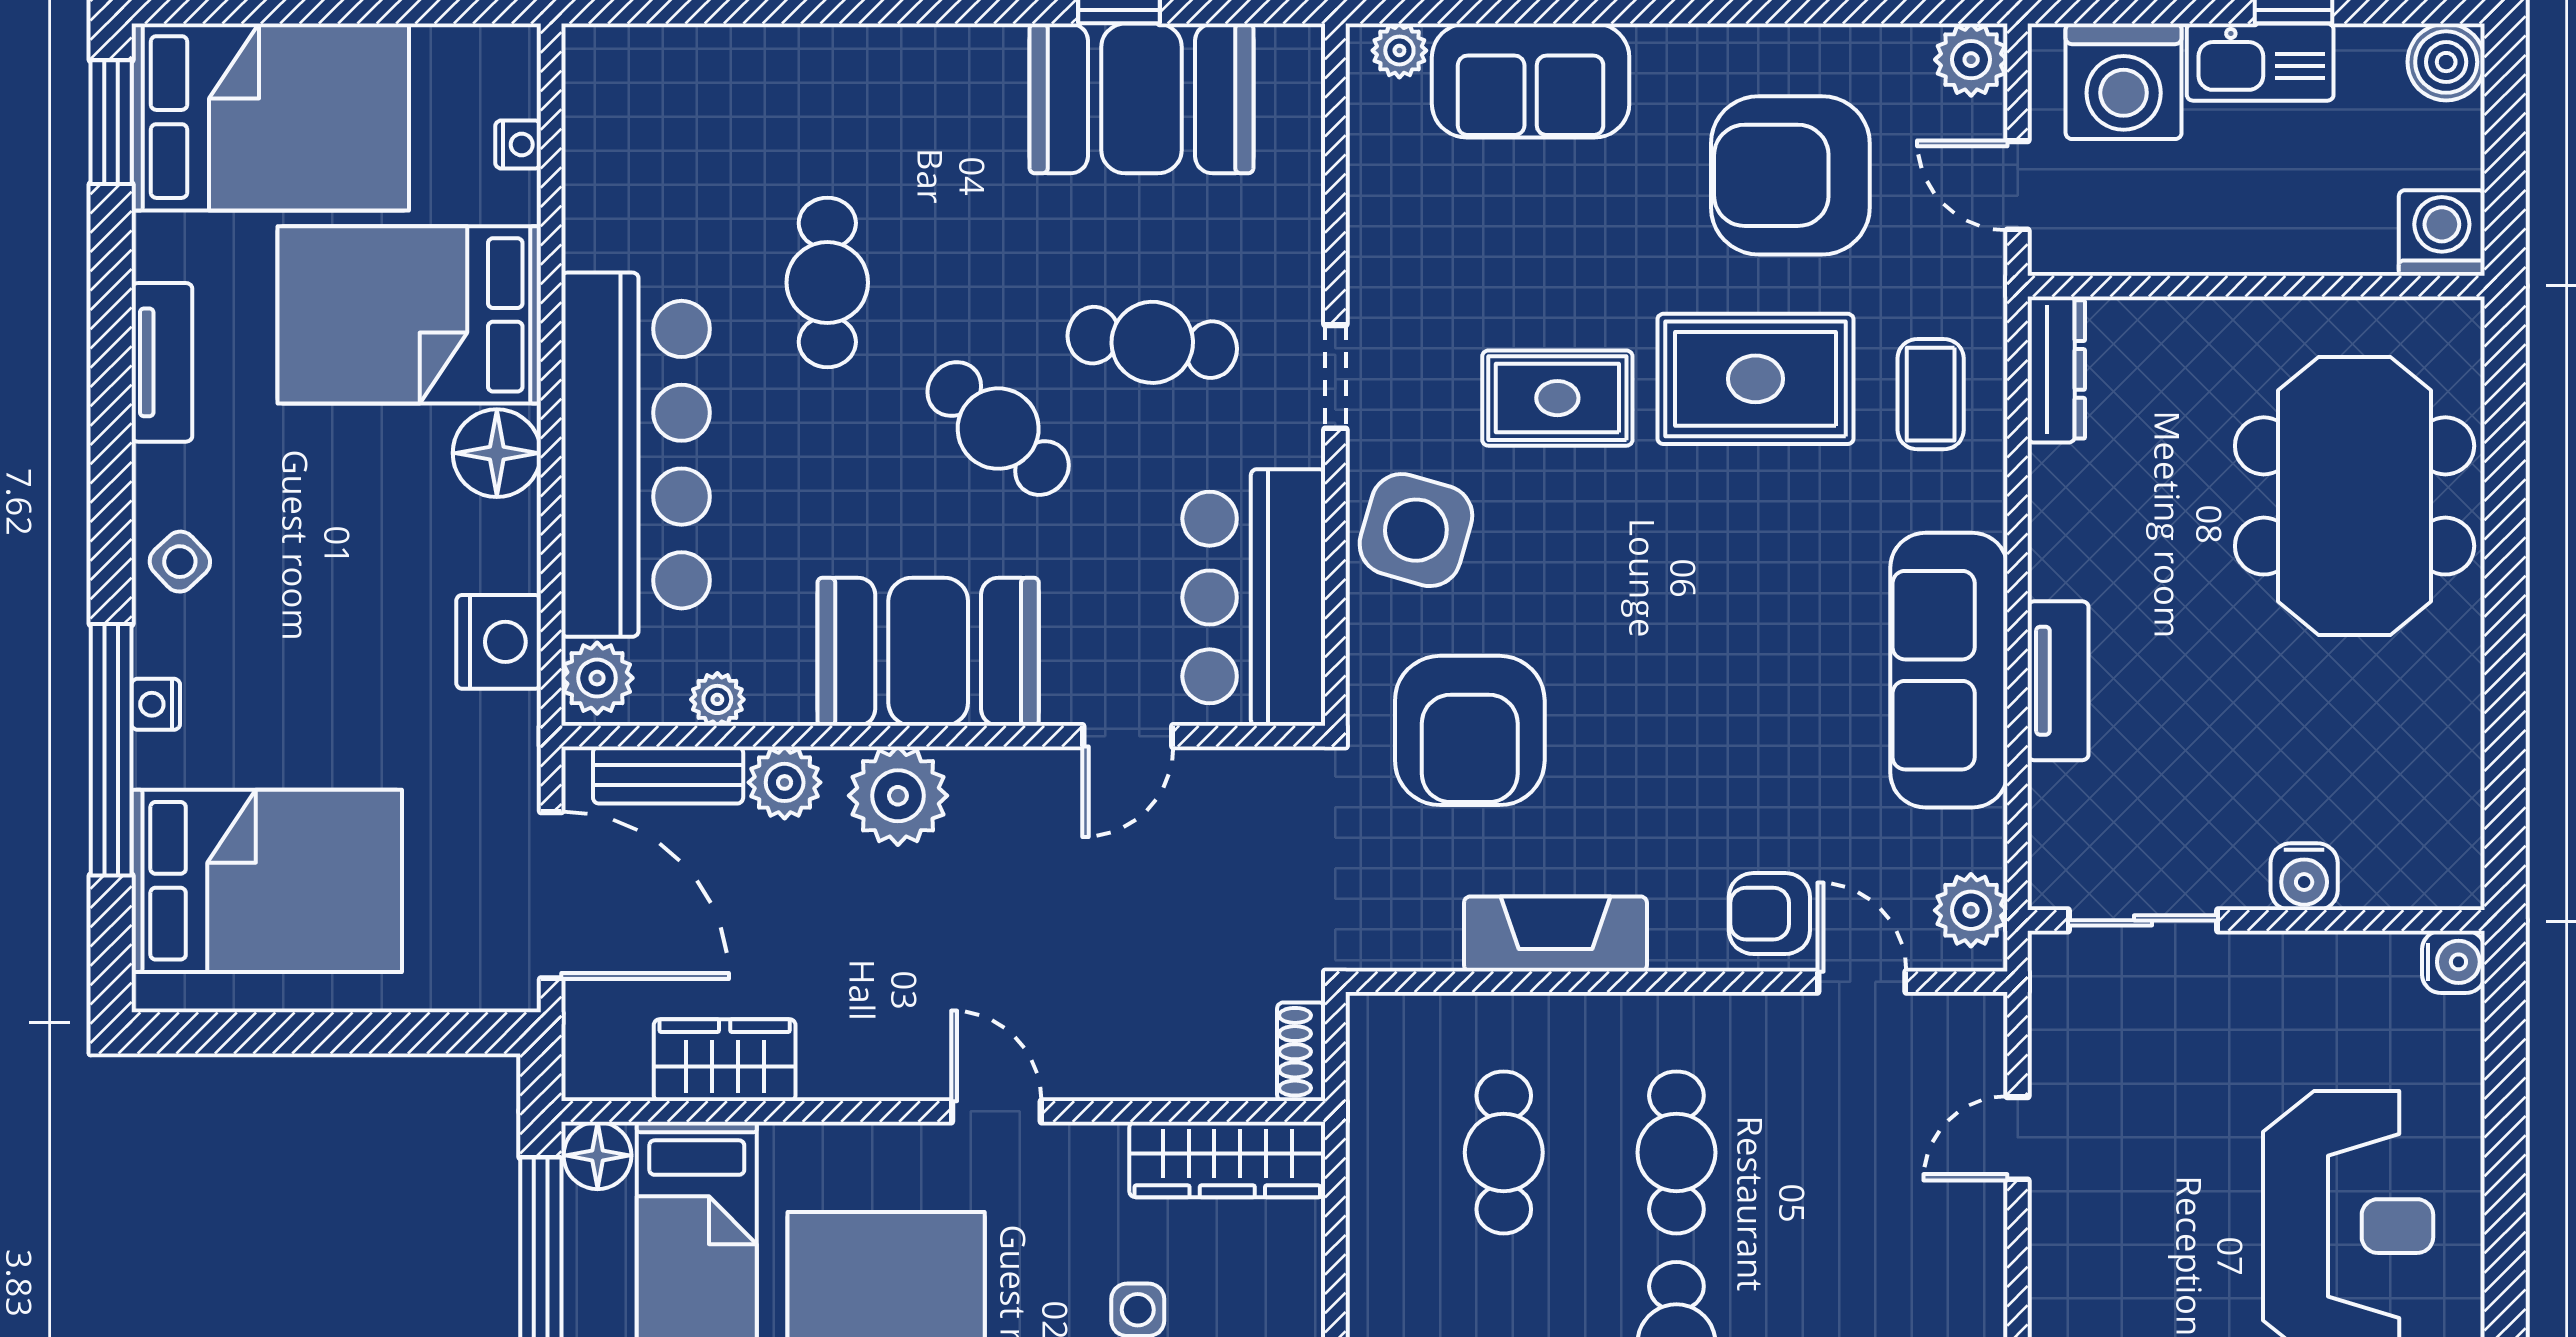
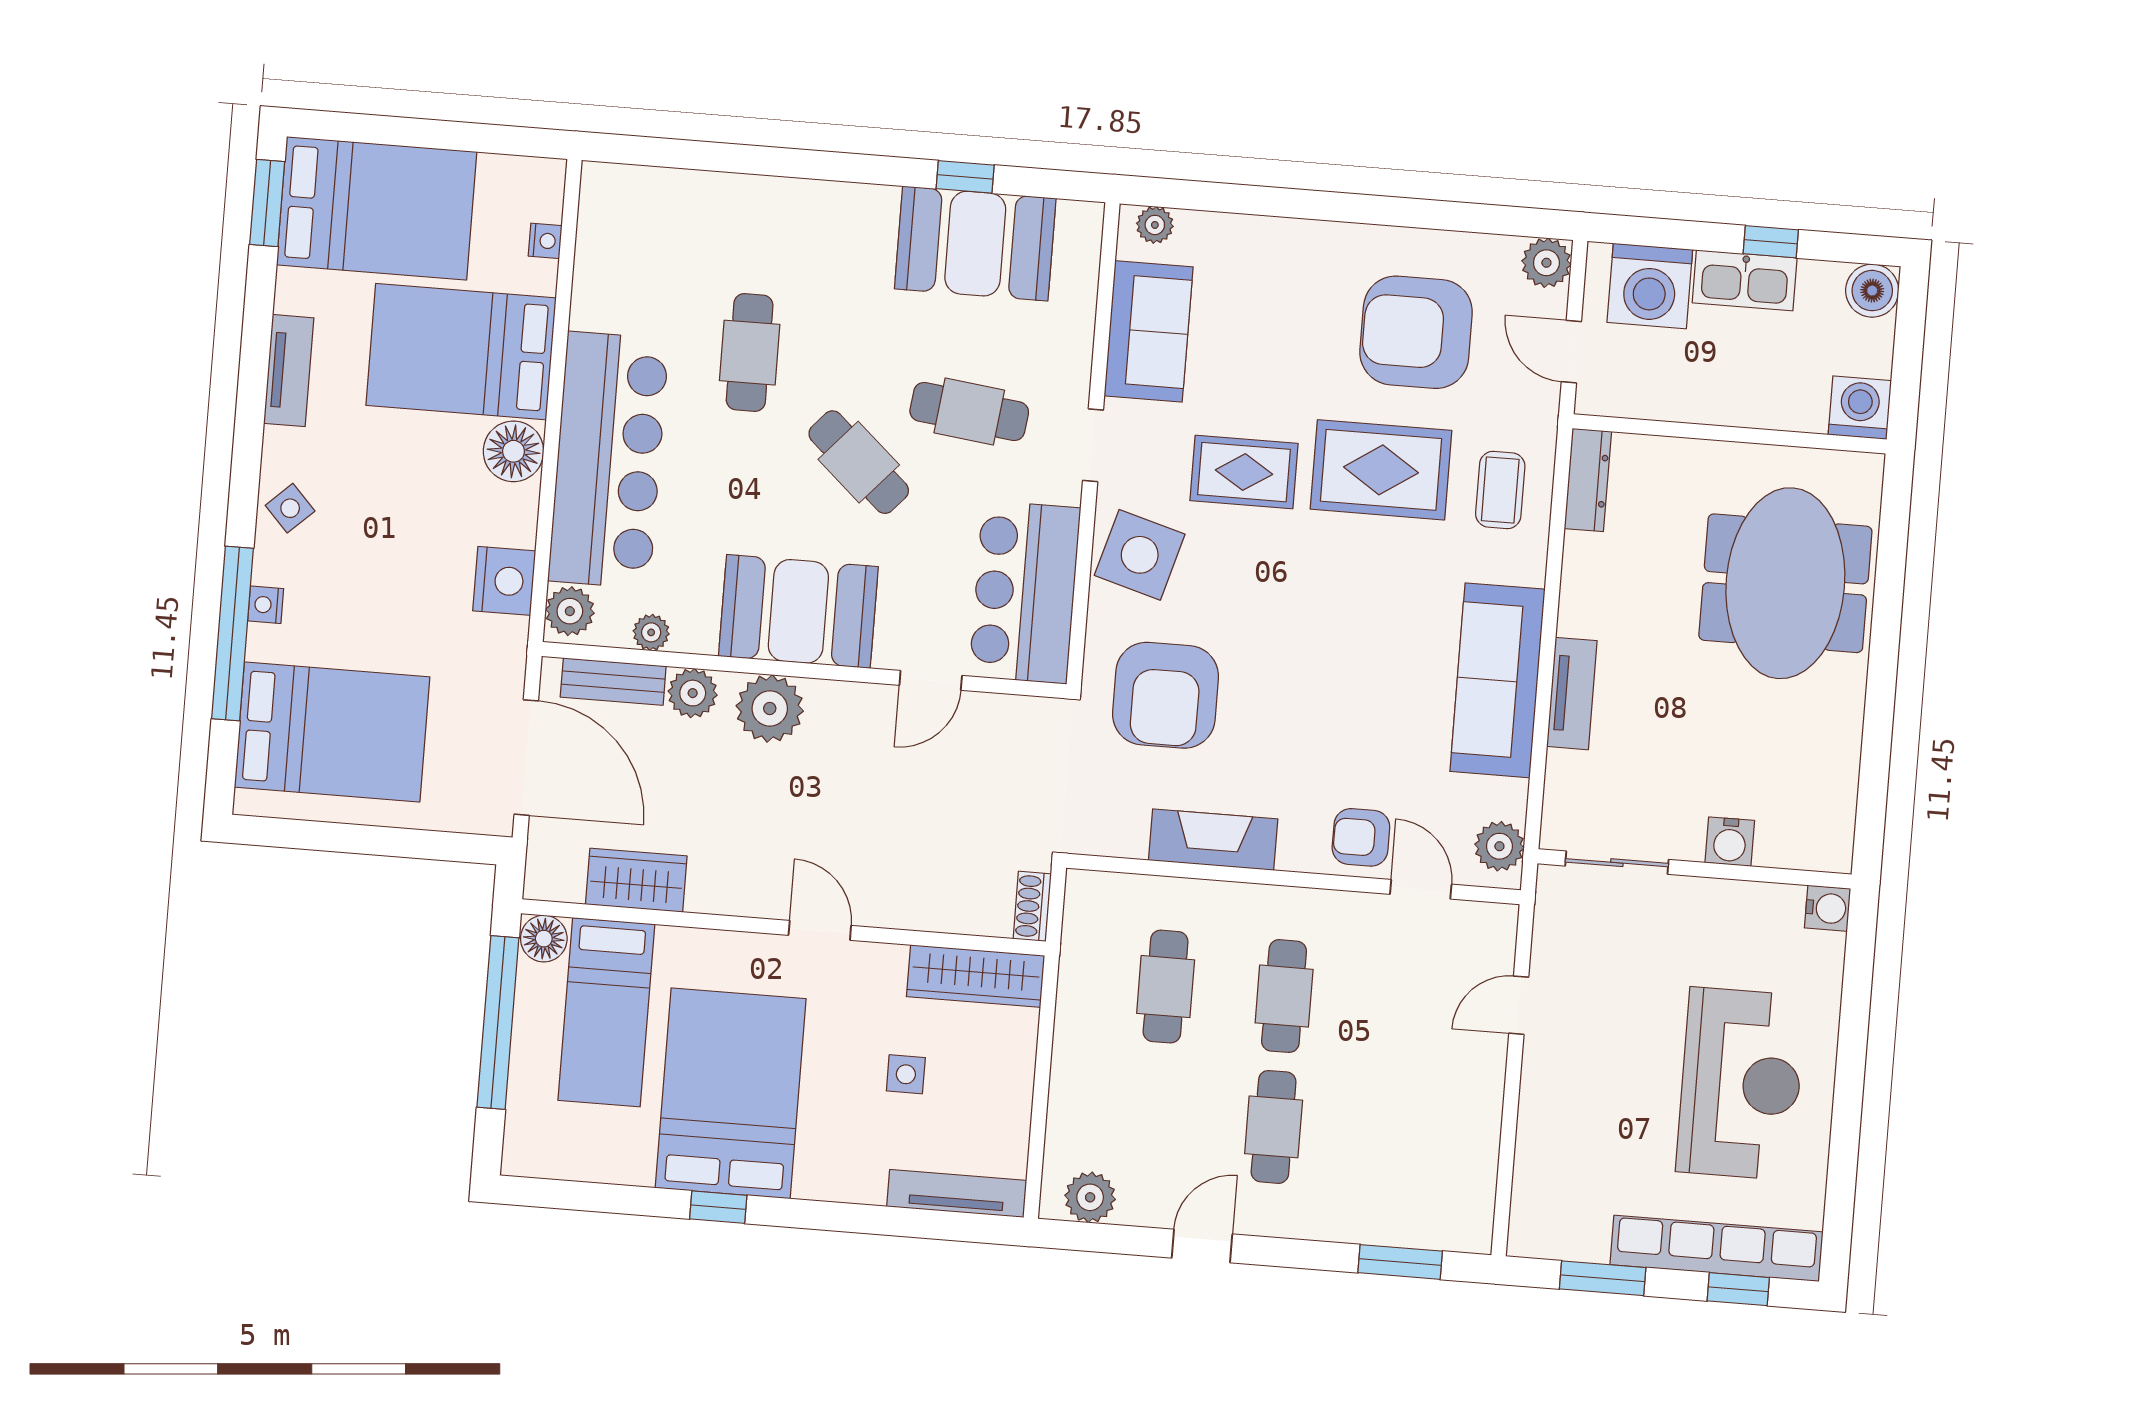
sofa: (1531, 80) -> (1149, 331), moved, turned -90

